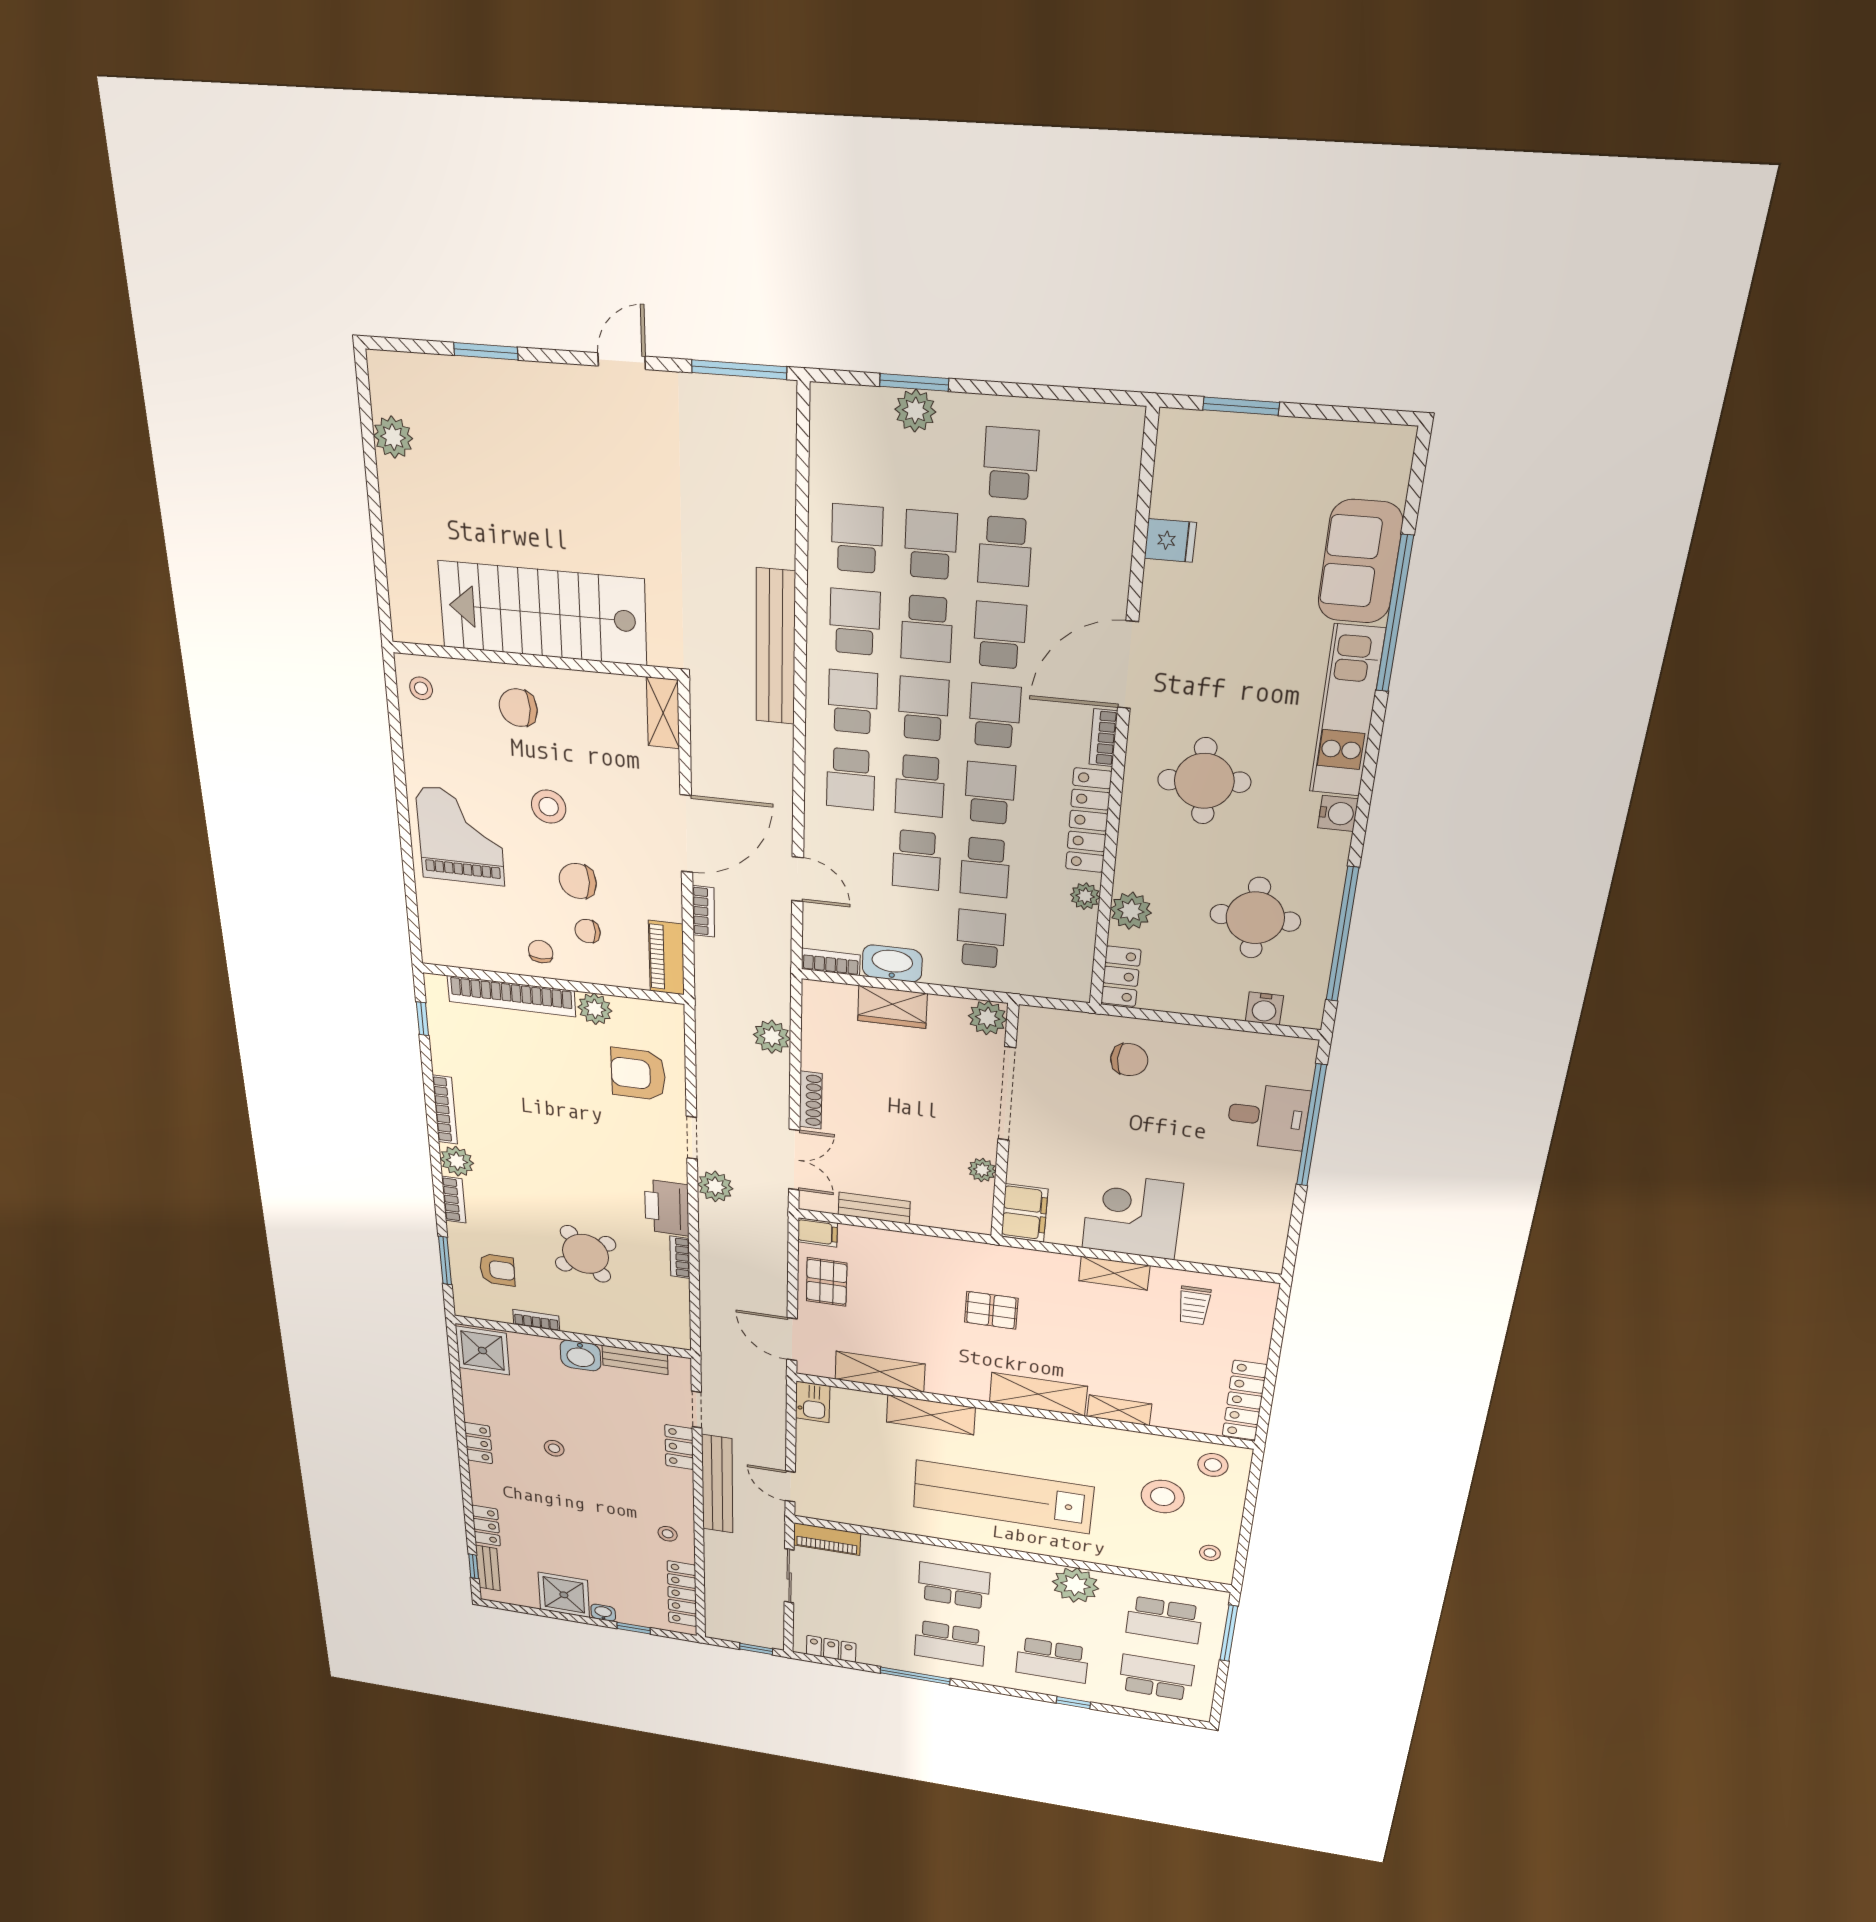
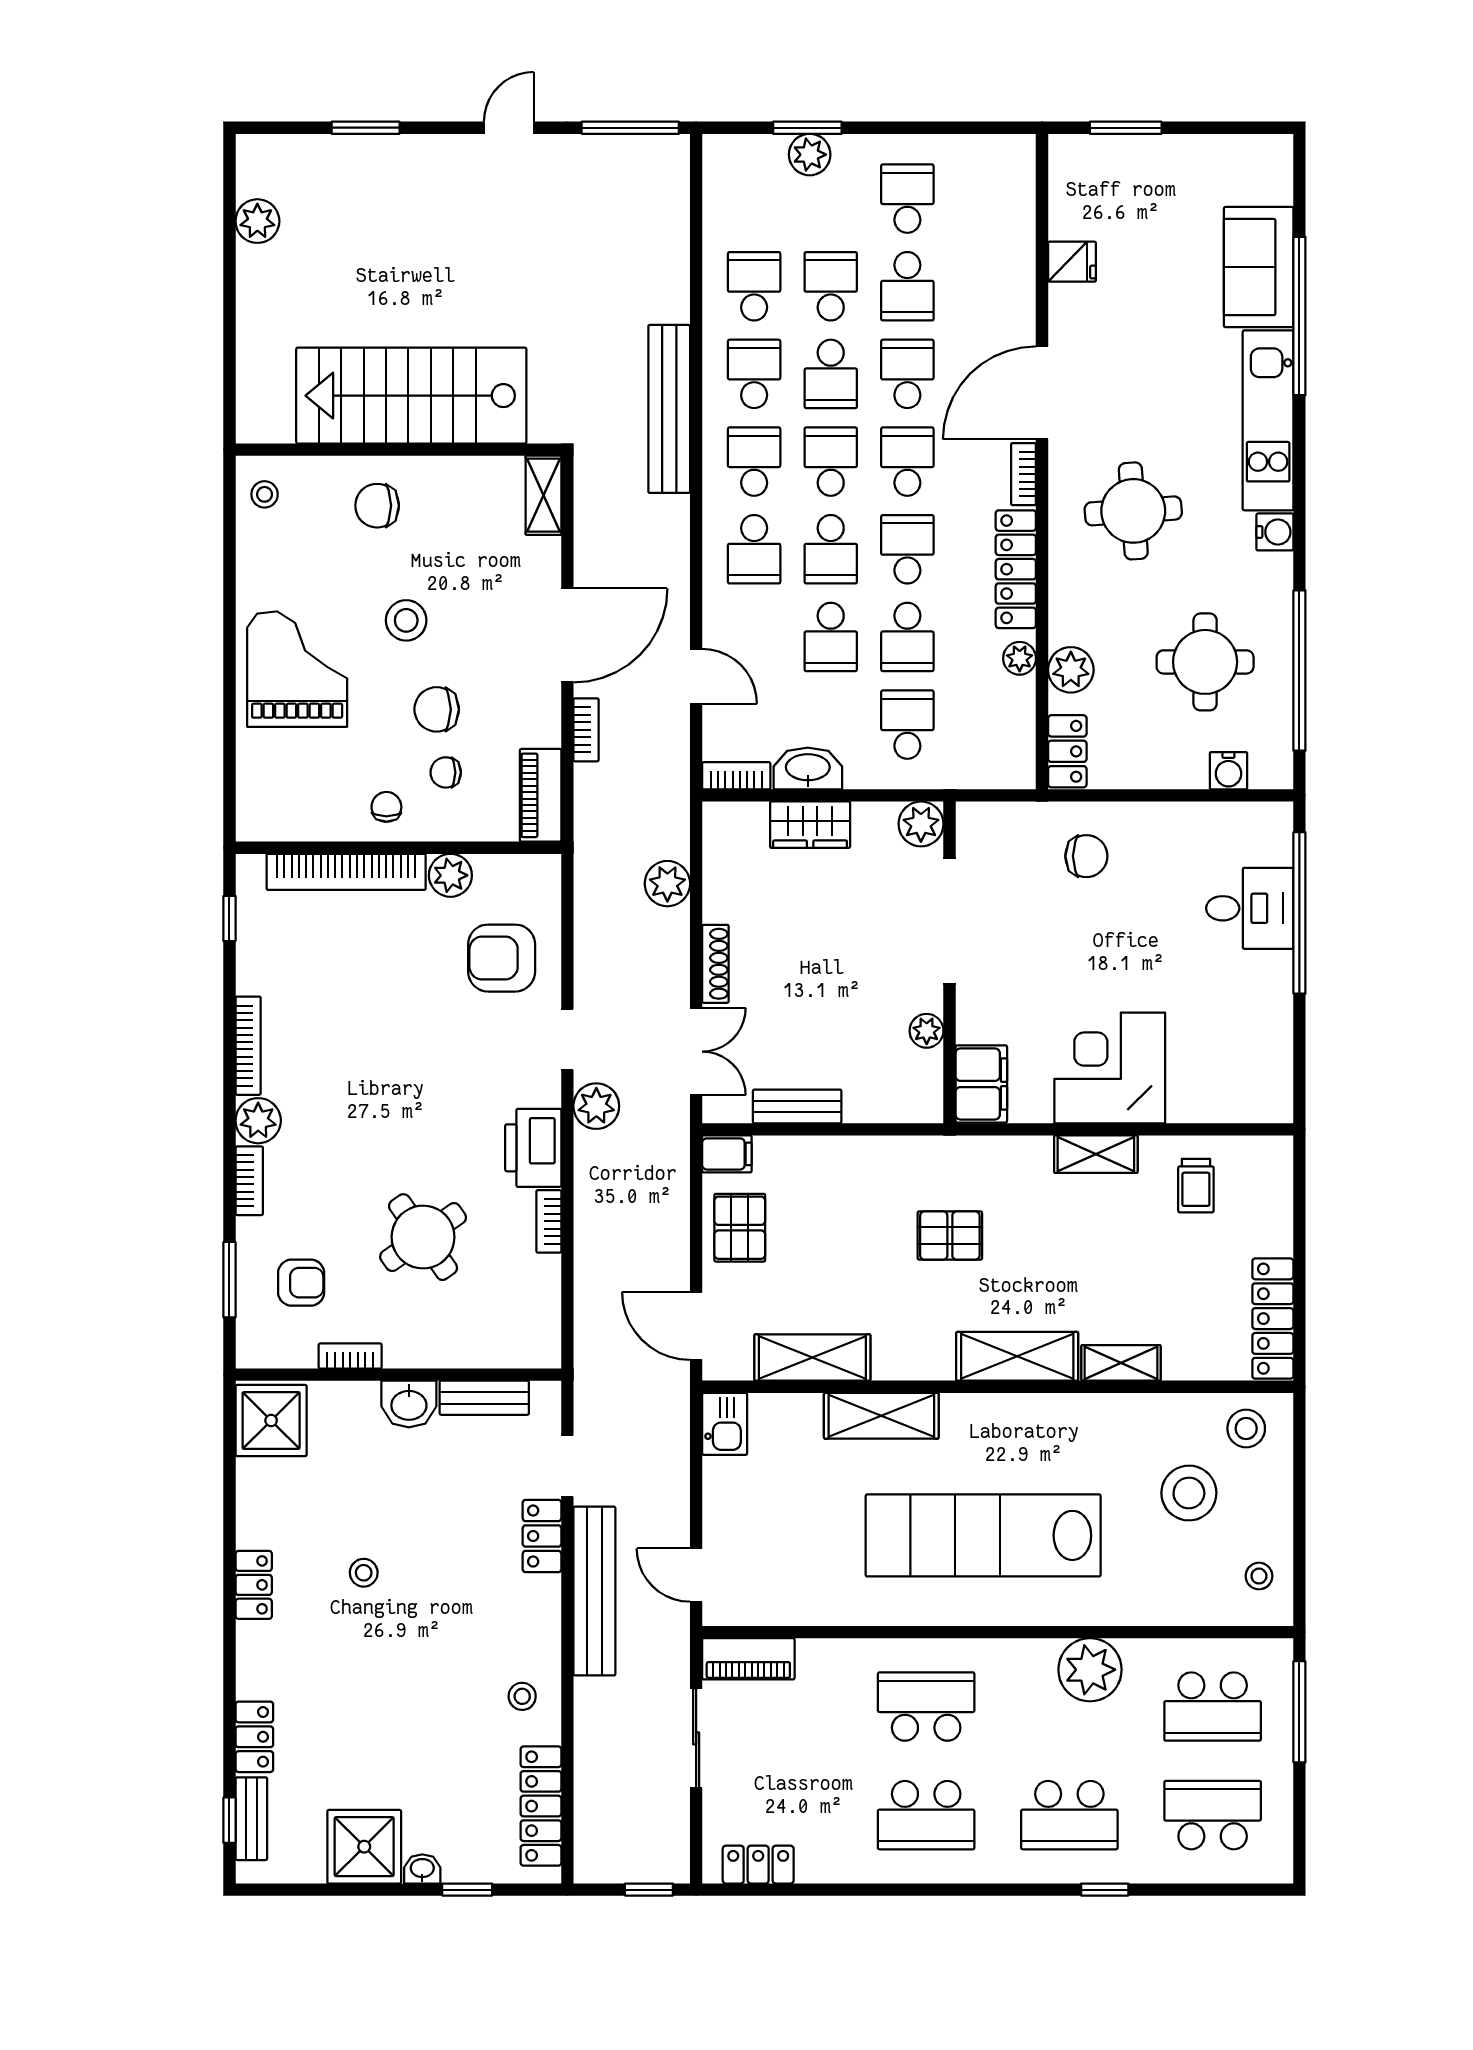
window: (915, 1676) -> (880, 1890), removed

